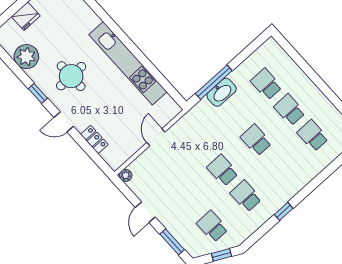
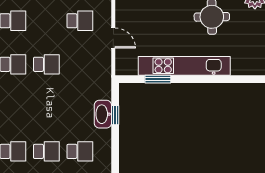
window: (156, 74) -> (158, 79), added
window: (214, 82) -> (115, 115), width x0.46
school desk: (256, 140) -> (80, 21), moved

